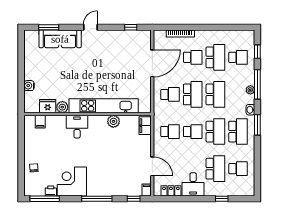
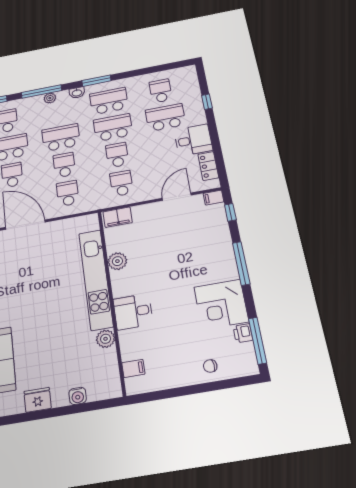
school desk: (193, 94) -> (64, 165), width x0.54
fridge: (48, 106) -> (38, 400), moved, turned 90

